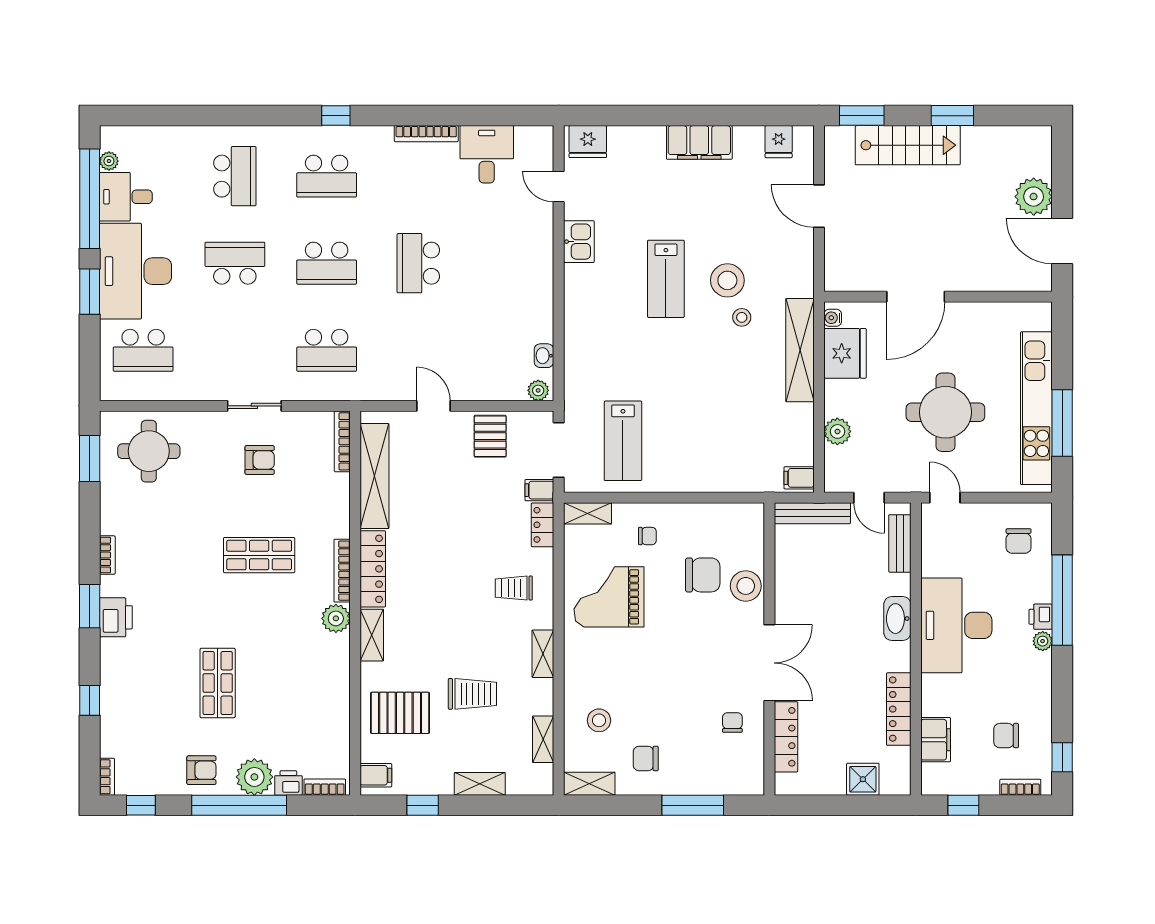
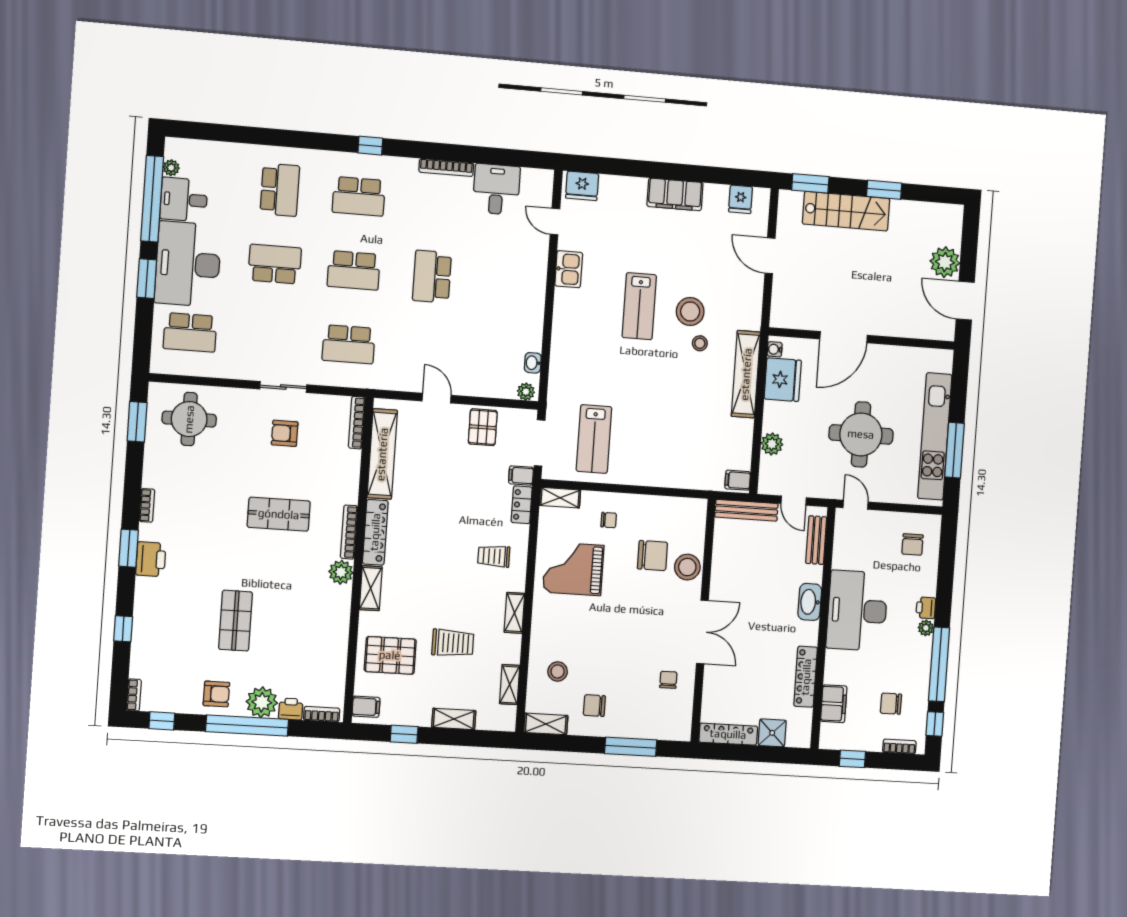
armchair: (260, 460) -> (285, 433), turned 180
window: (1062, 600) -> (939, 664), moved
locker: (786, 737) -> (728, 734), moved, turned -90

